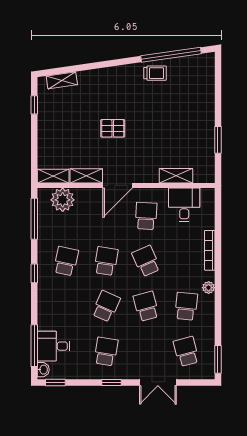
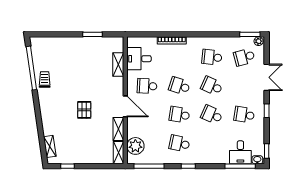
school desk: (146, 261) -> (179, 86), turned 42
plant: (209, 288) -> (259, 41), moved
school desk: (146, 306) -> (212, 86), turned 39

